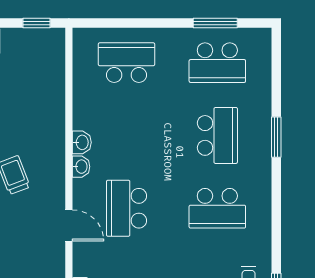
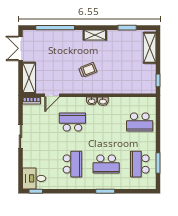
school desk: (126, 63) -> (140, 122), turned 90
school desk: (217, 208) -> (72, 164), turned 180
door: (69, 225) -> (52, 95), moved

